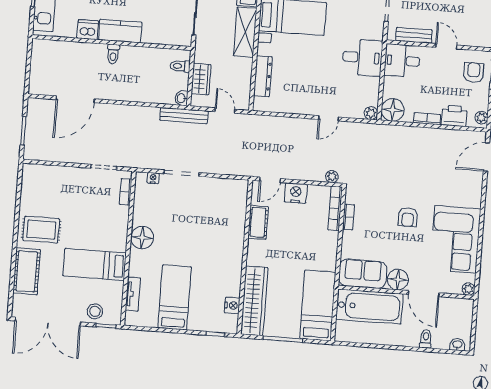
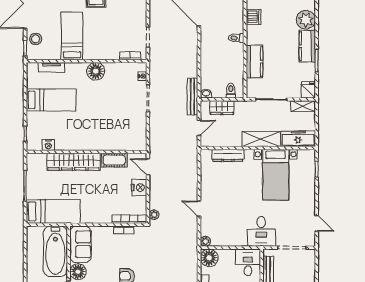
kitchen counter: (120, 31) -> (254, 62), moved
desk: (362, 57) -> (261, 231), moved
wardrobe: (254, 301) -> (74, 162), moved

